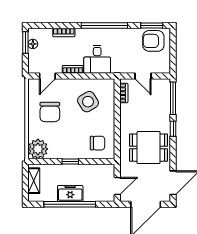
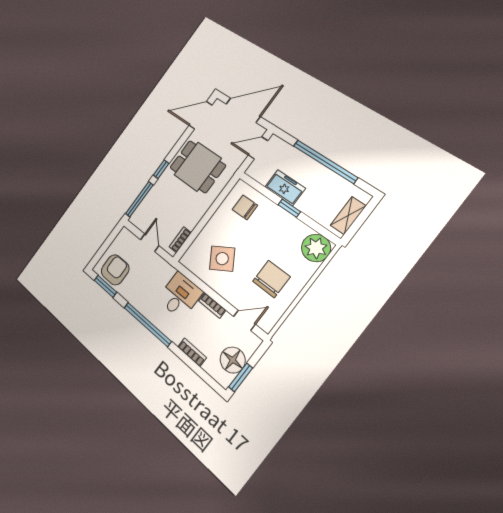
armchair: (153, 41) -> (115, 270), turned -90
floor lamp: (33, 44) -> (233, 360), width x1.89, depth x1.89
freezer: (70, 194) -> (285, 188), moved, turned 180

